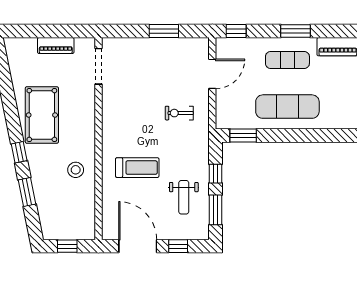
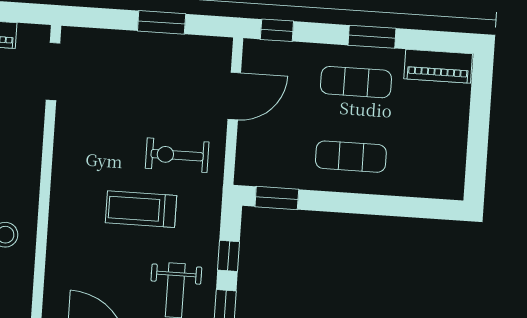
exercise mat: (287, 107) -> (351, 157), width x0.73, depth x0.69
exercise bike: (179, 113) -> (177, 155), width x1.38, depth x1.39
treadmill: (137, 168) -> (141, 209), moved, turned 180

